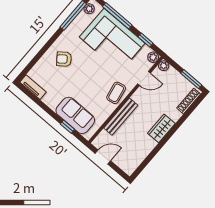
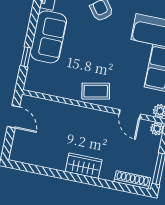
sofa: (75, 115) -> (48, 37), moved
bench: (121, 117) -> (71, 112), removed

